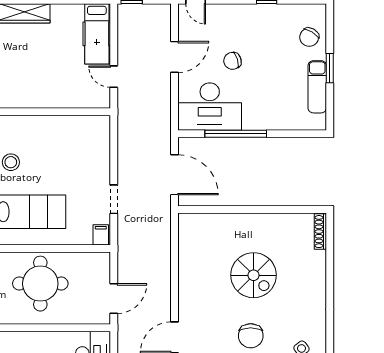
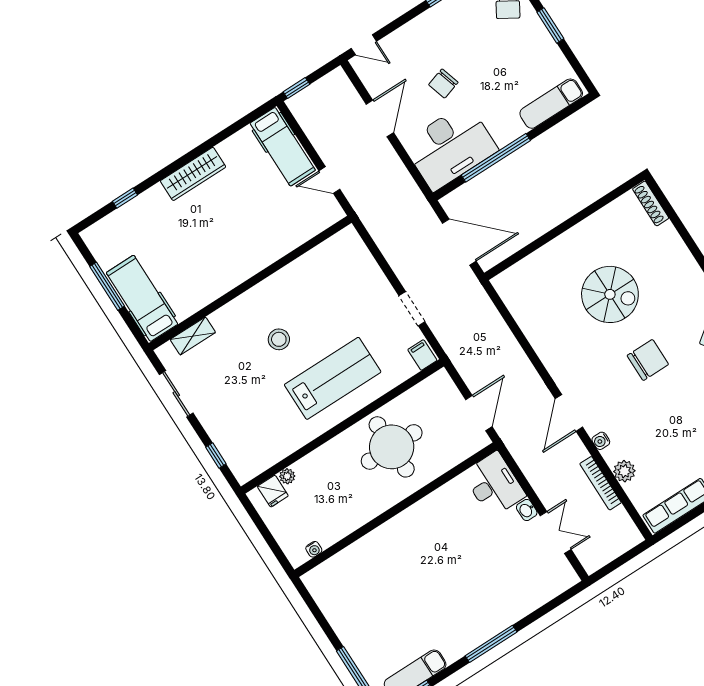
exam couch: (317, 87) -> (551, 104), moved, turned 90
chair: (251, 336) -> (648, 360), turned -90

